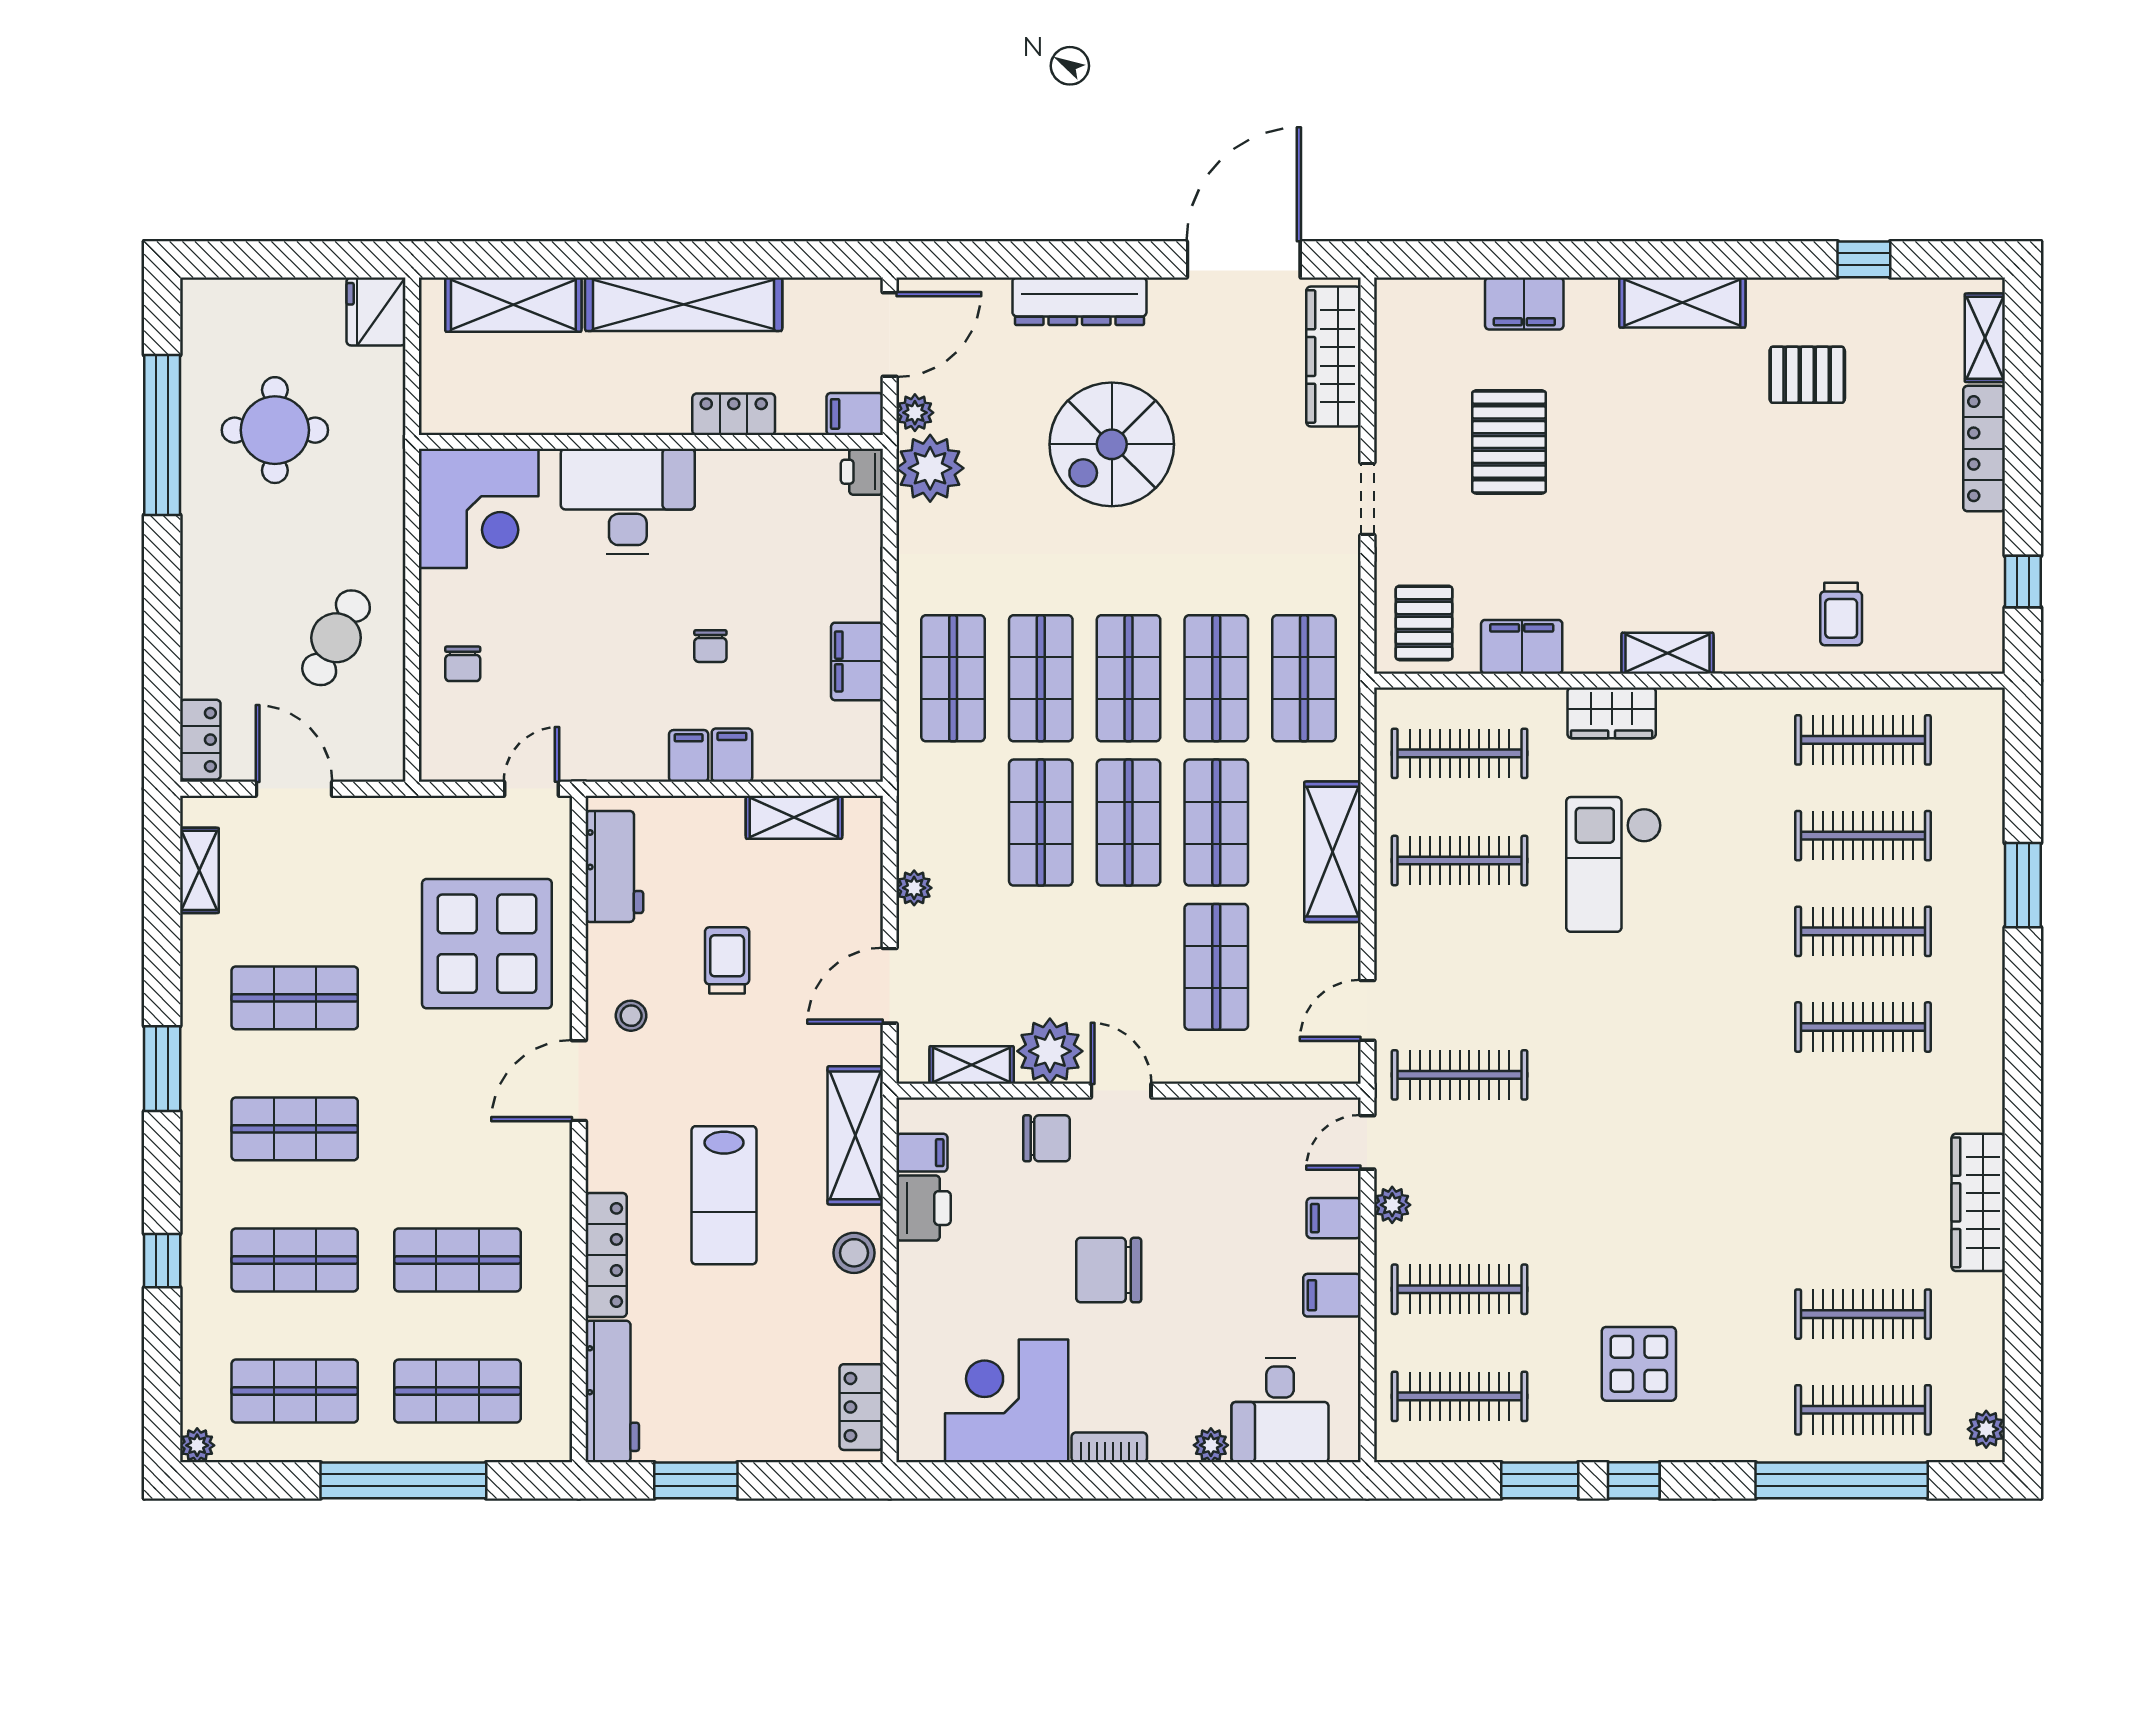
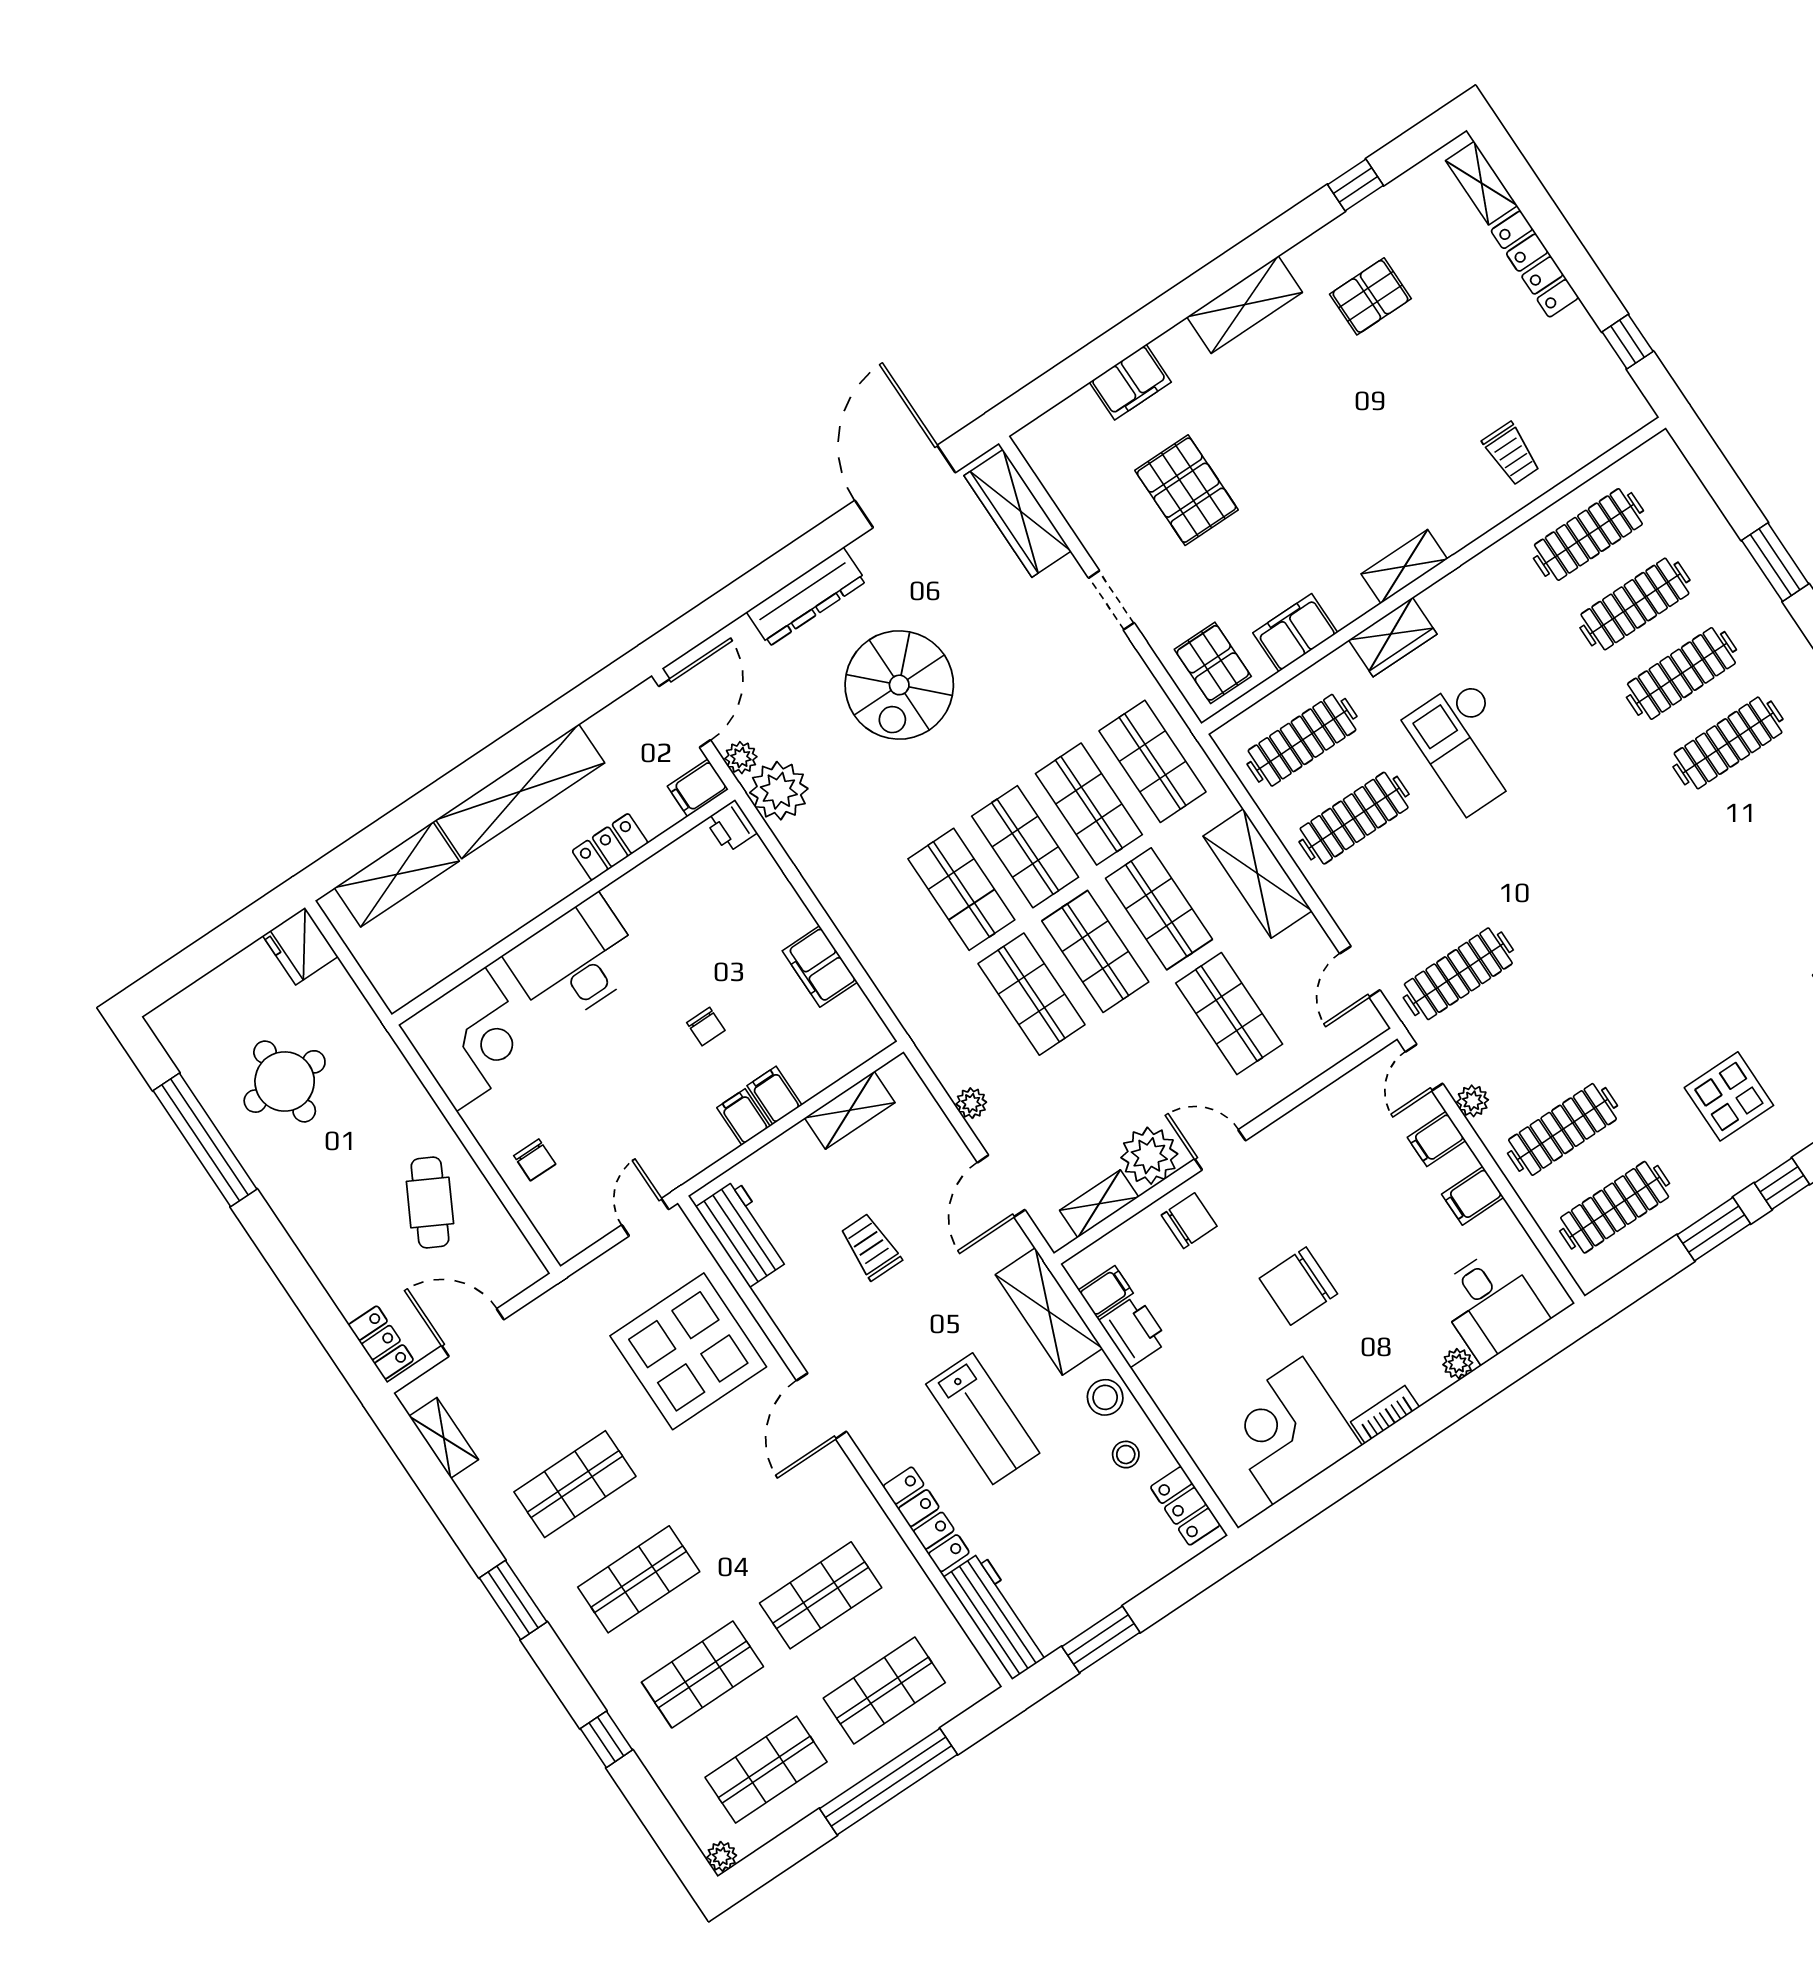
shop shelf: (953, 678) -> (898, 932), removed
stool: (631, 1016) -> (1126, 1455), moved

